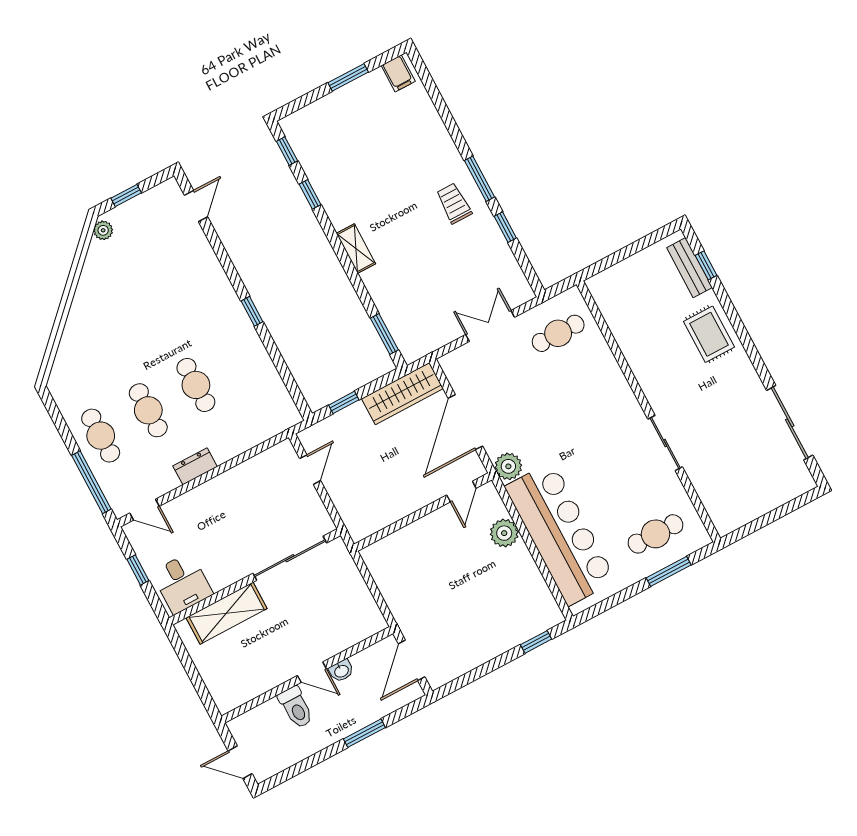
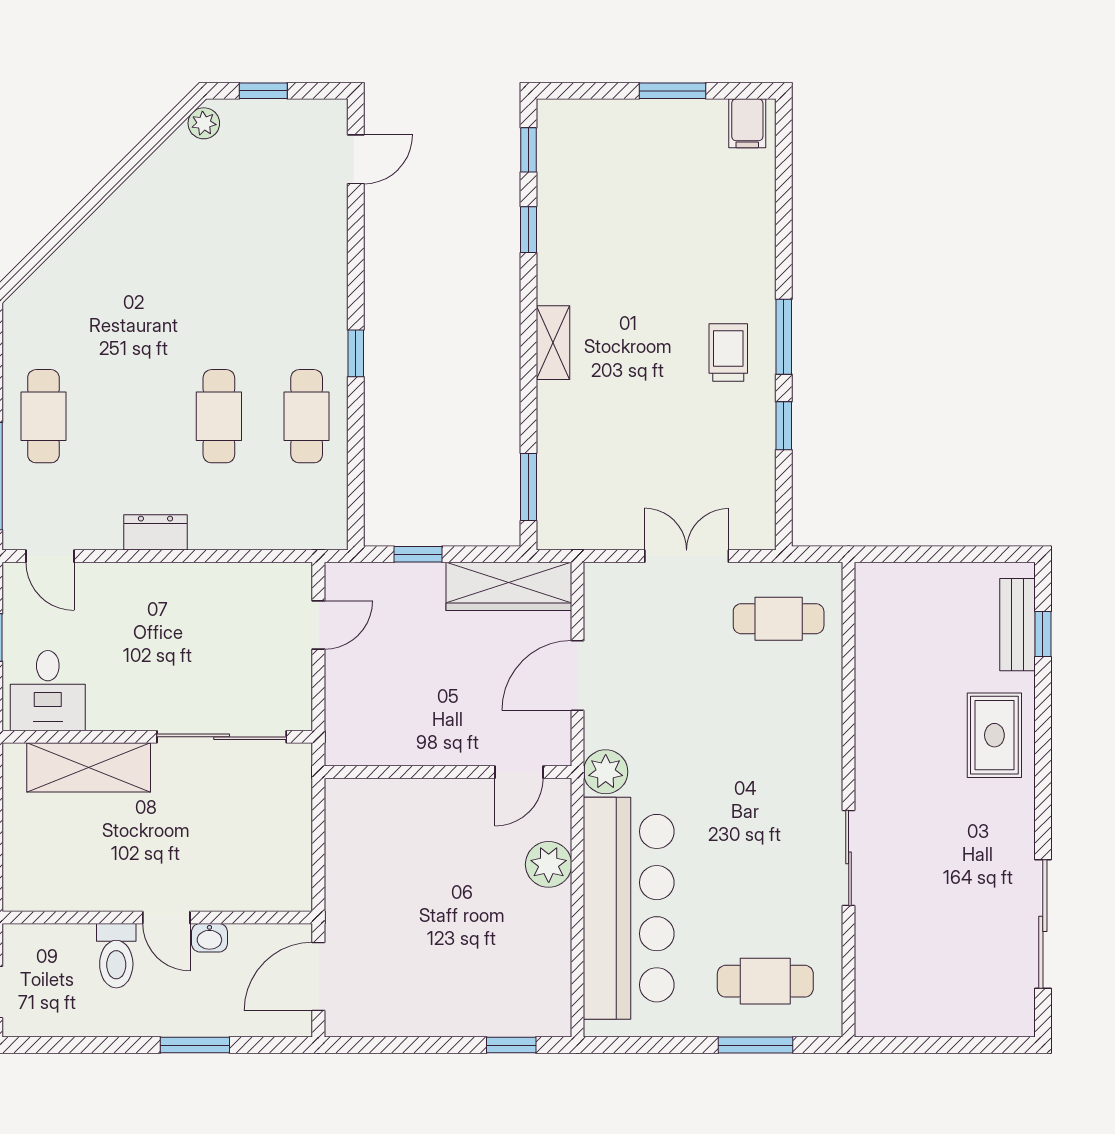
cafe table: (148, 410) -> (307, 416), moved
door: (465, 422) -> (578, 675), width x0.73

